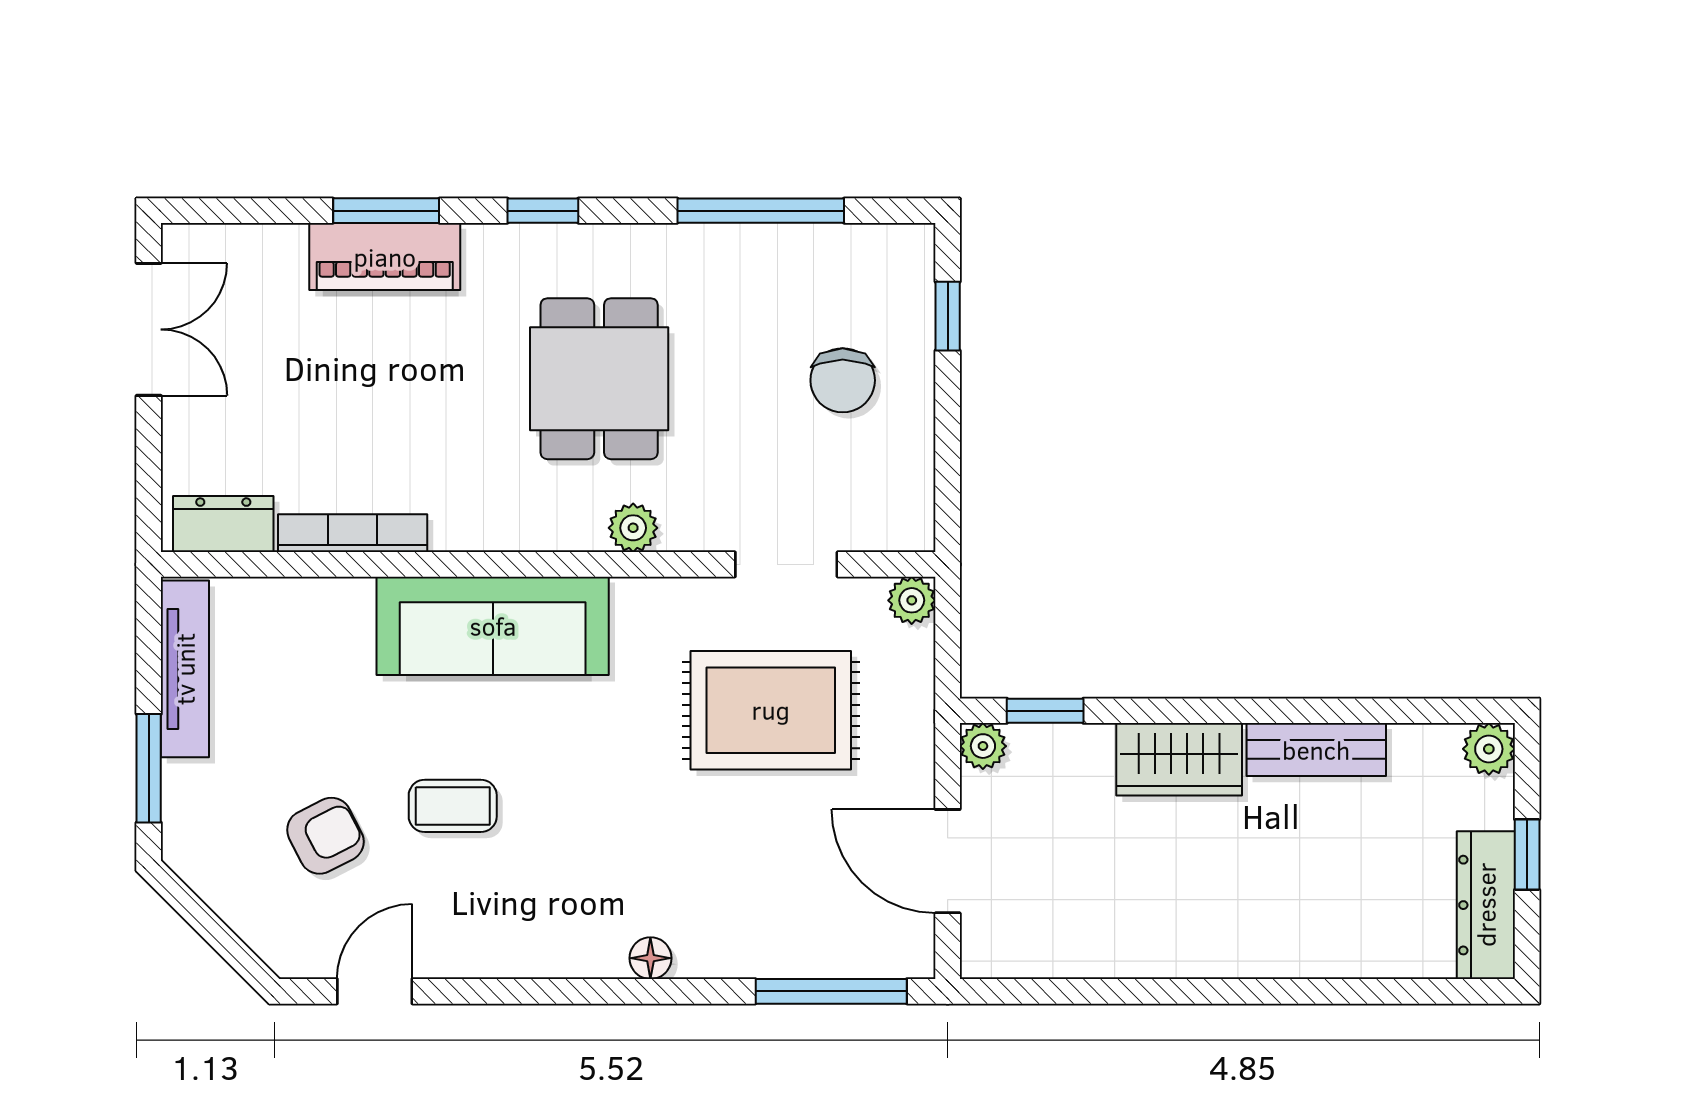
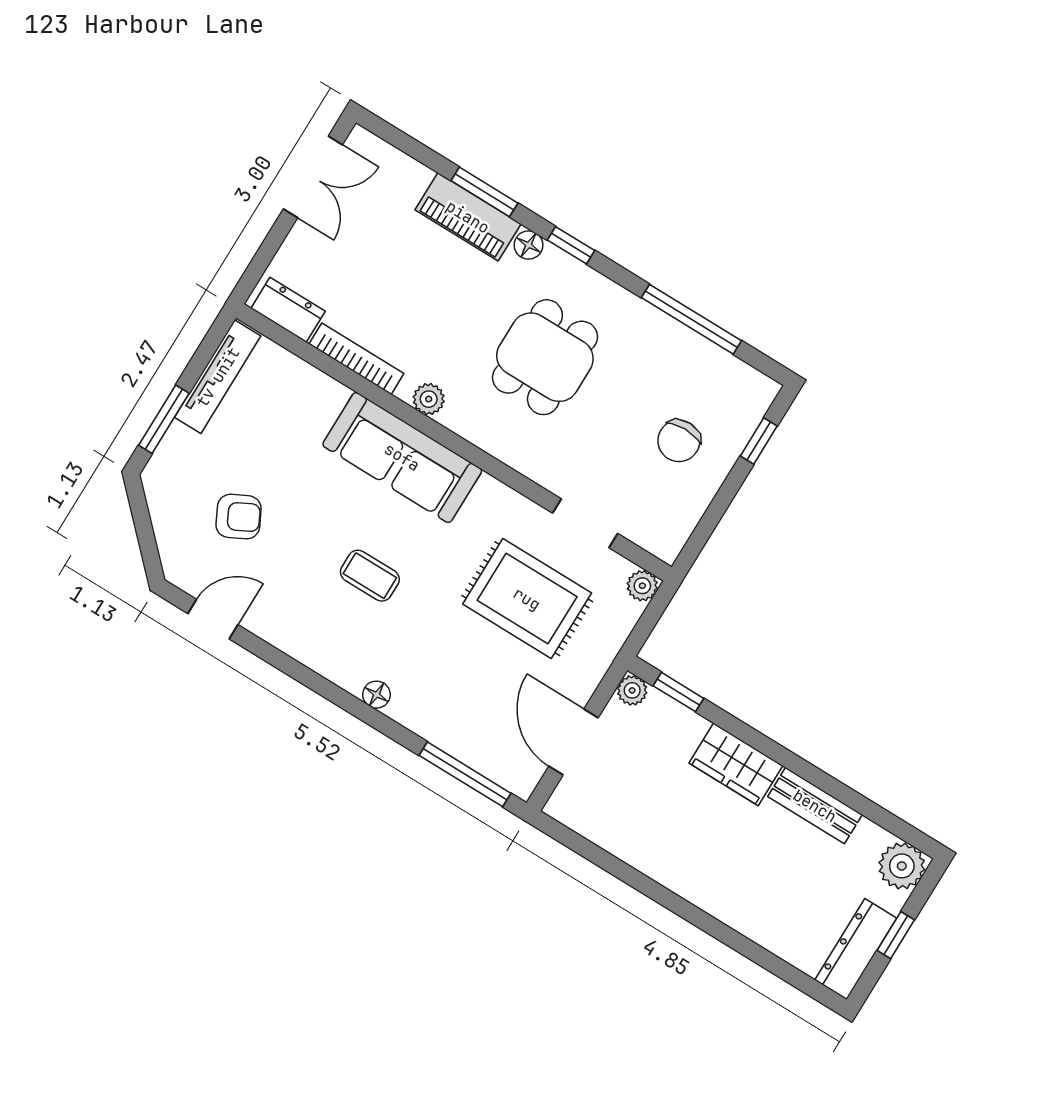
floor lamp: (487, 245) -> (528, 245), added
plant: (633, 528) -> (429, 399), moved
plant: (1489, 749) -> (902, 866), width x1.38, depth x1.38
coffee table: (453, 806) -> (370, 576), moved

